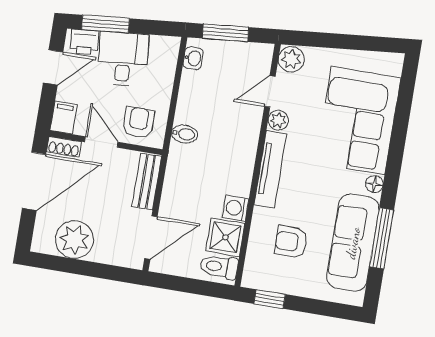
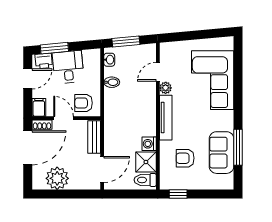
plant: (291, 59) -> (167, 51), removed
armchair: (139, 123) -> (84, 103), turned -90
bidet: (184, 134) -> (112, 82), moved
floor lamp: (374, 184) -> (228, 116), removed
sofa: (353, 243) -> (222, 153), width x0.73

